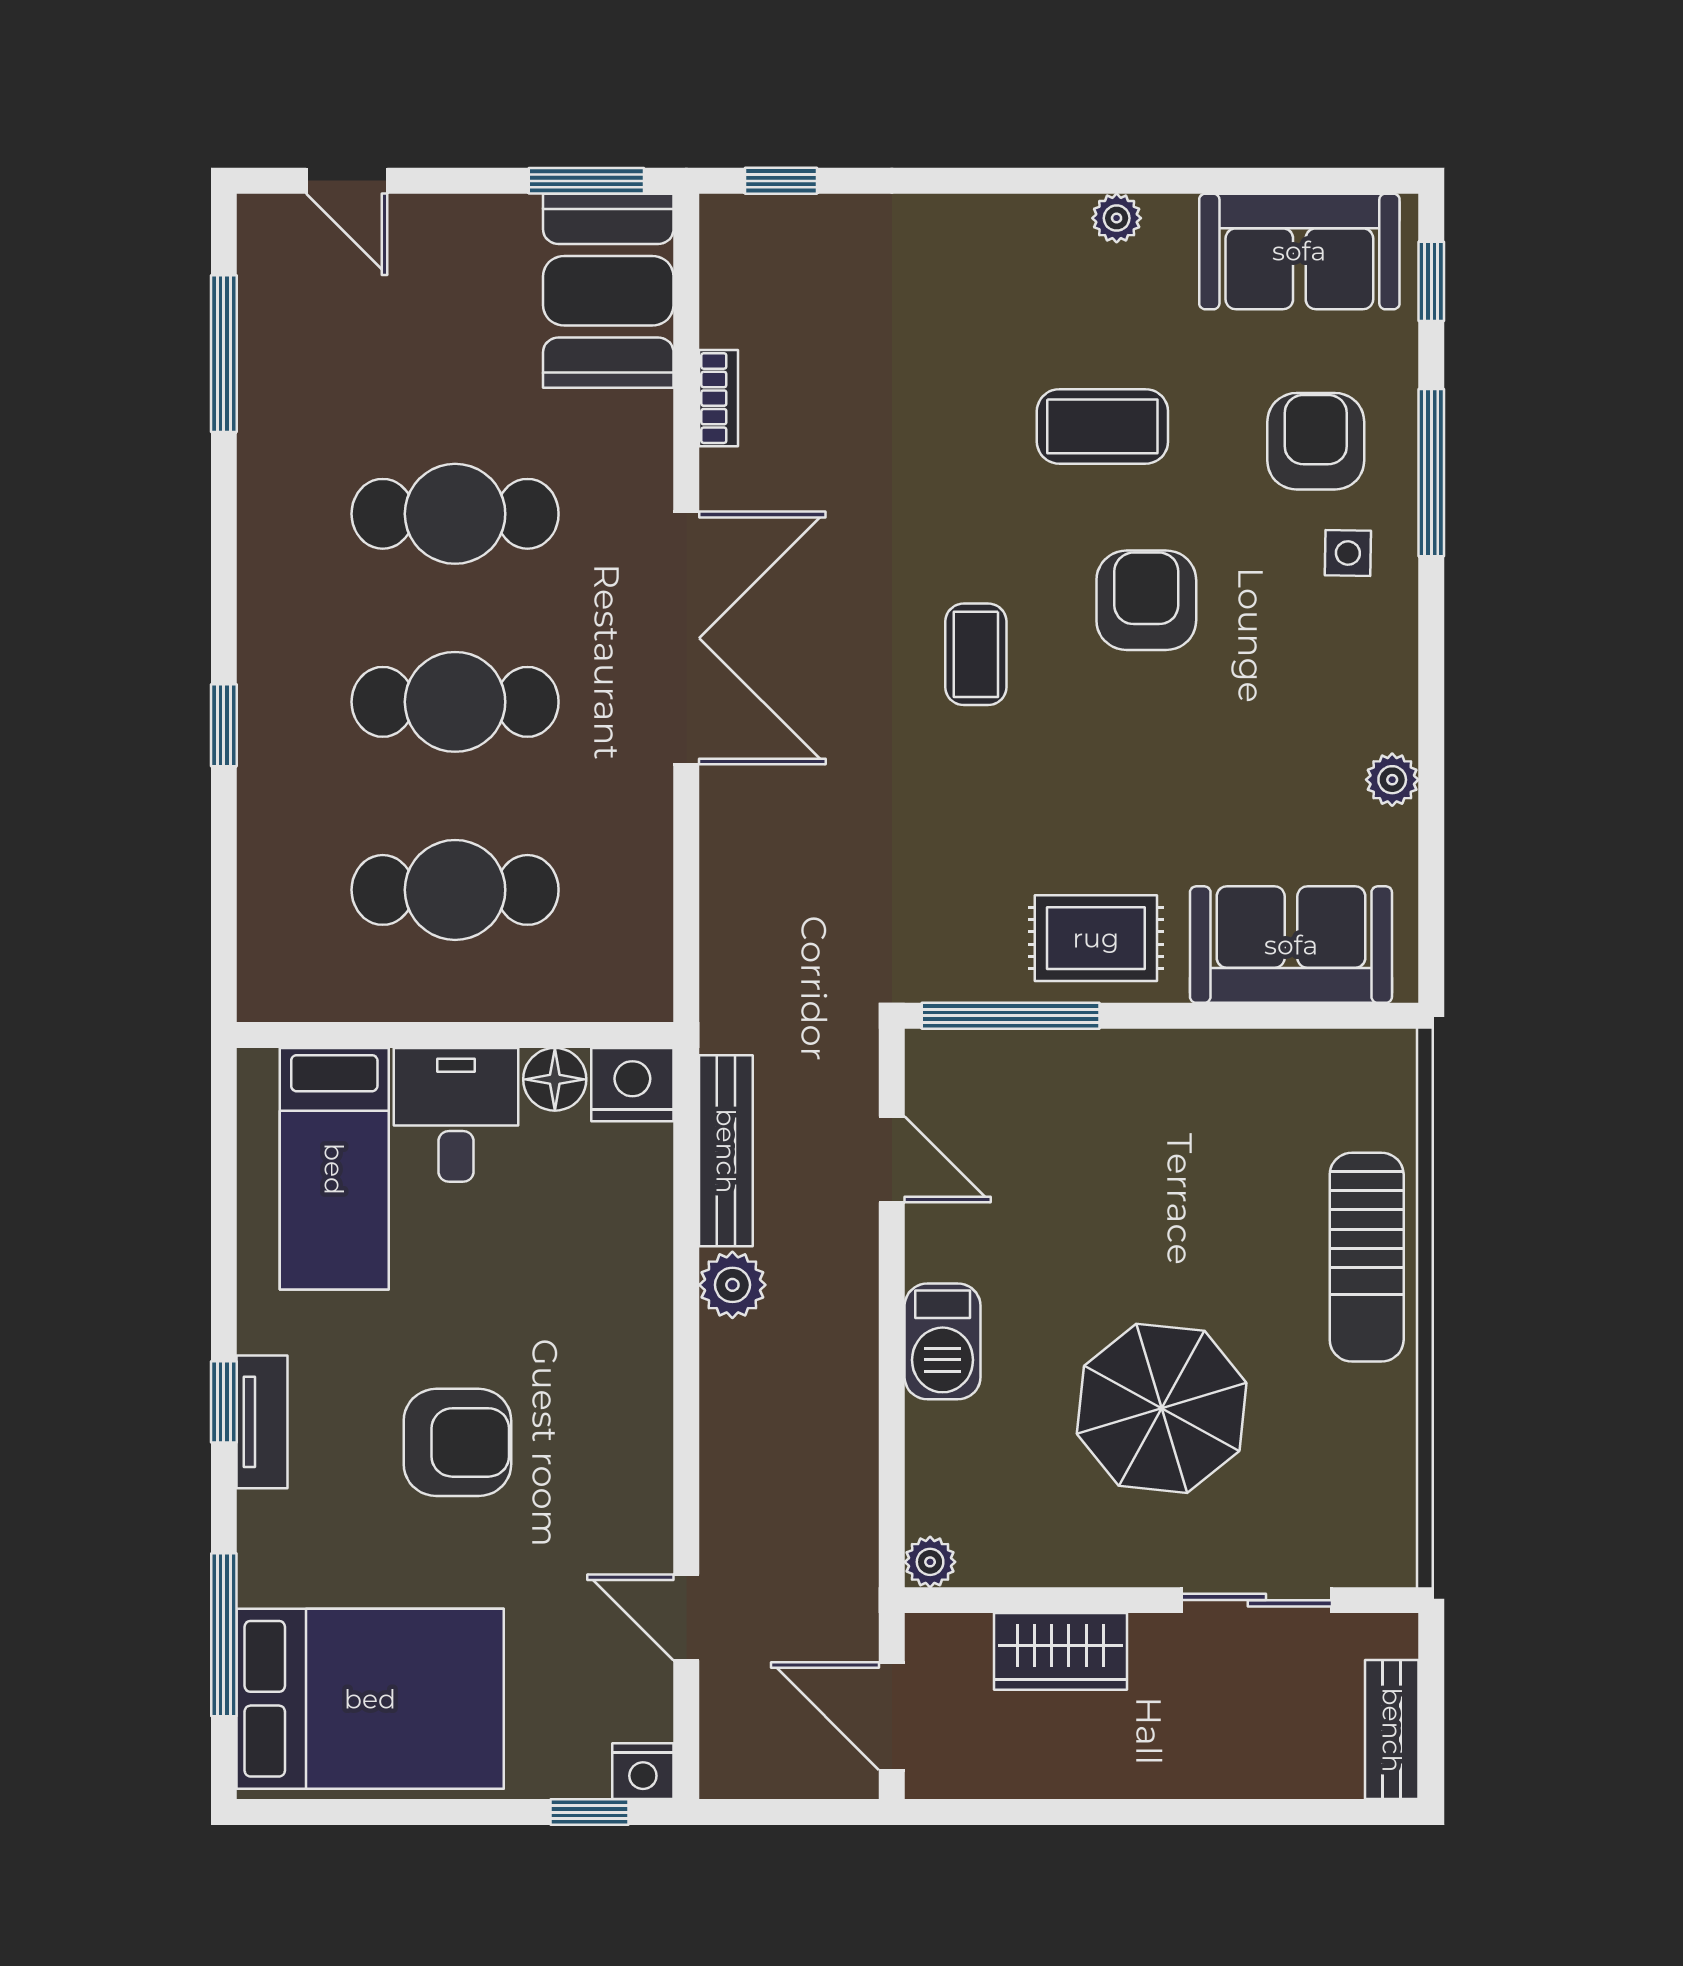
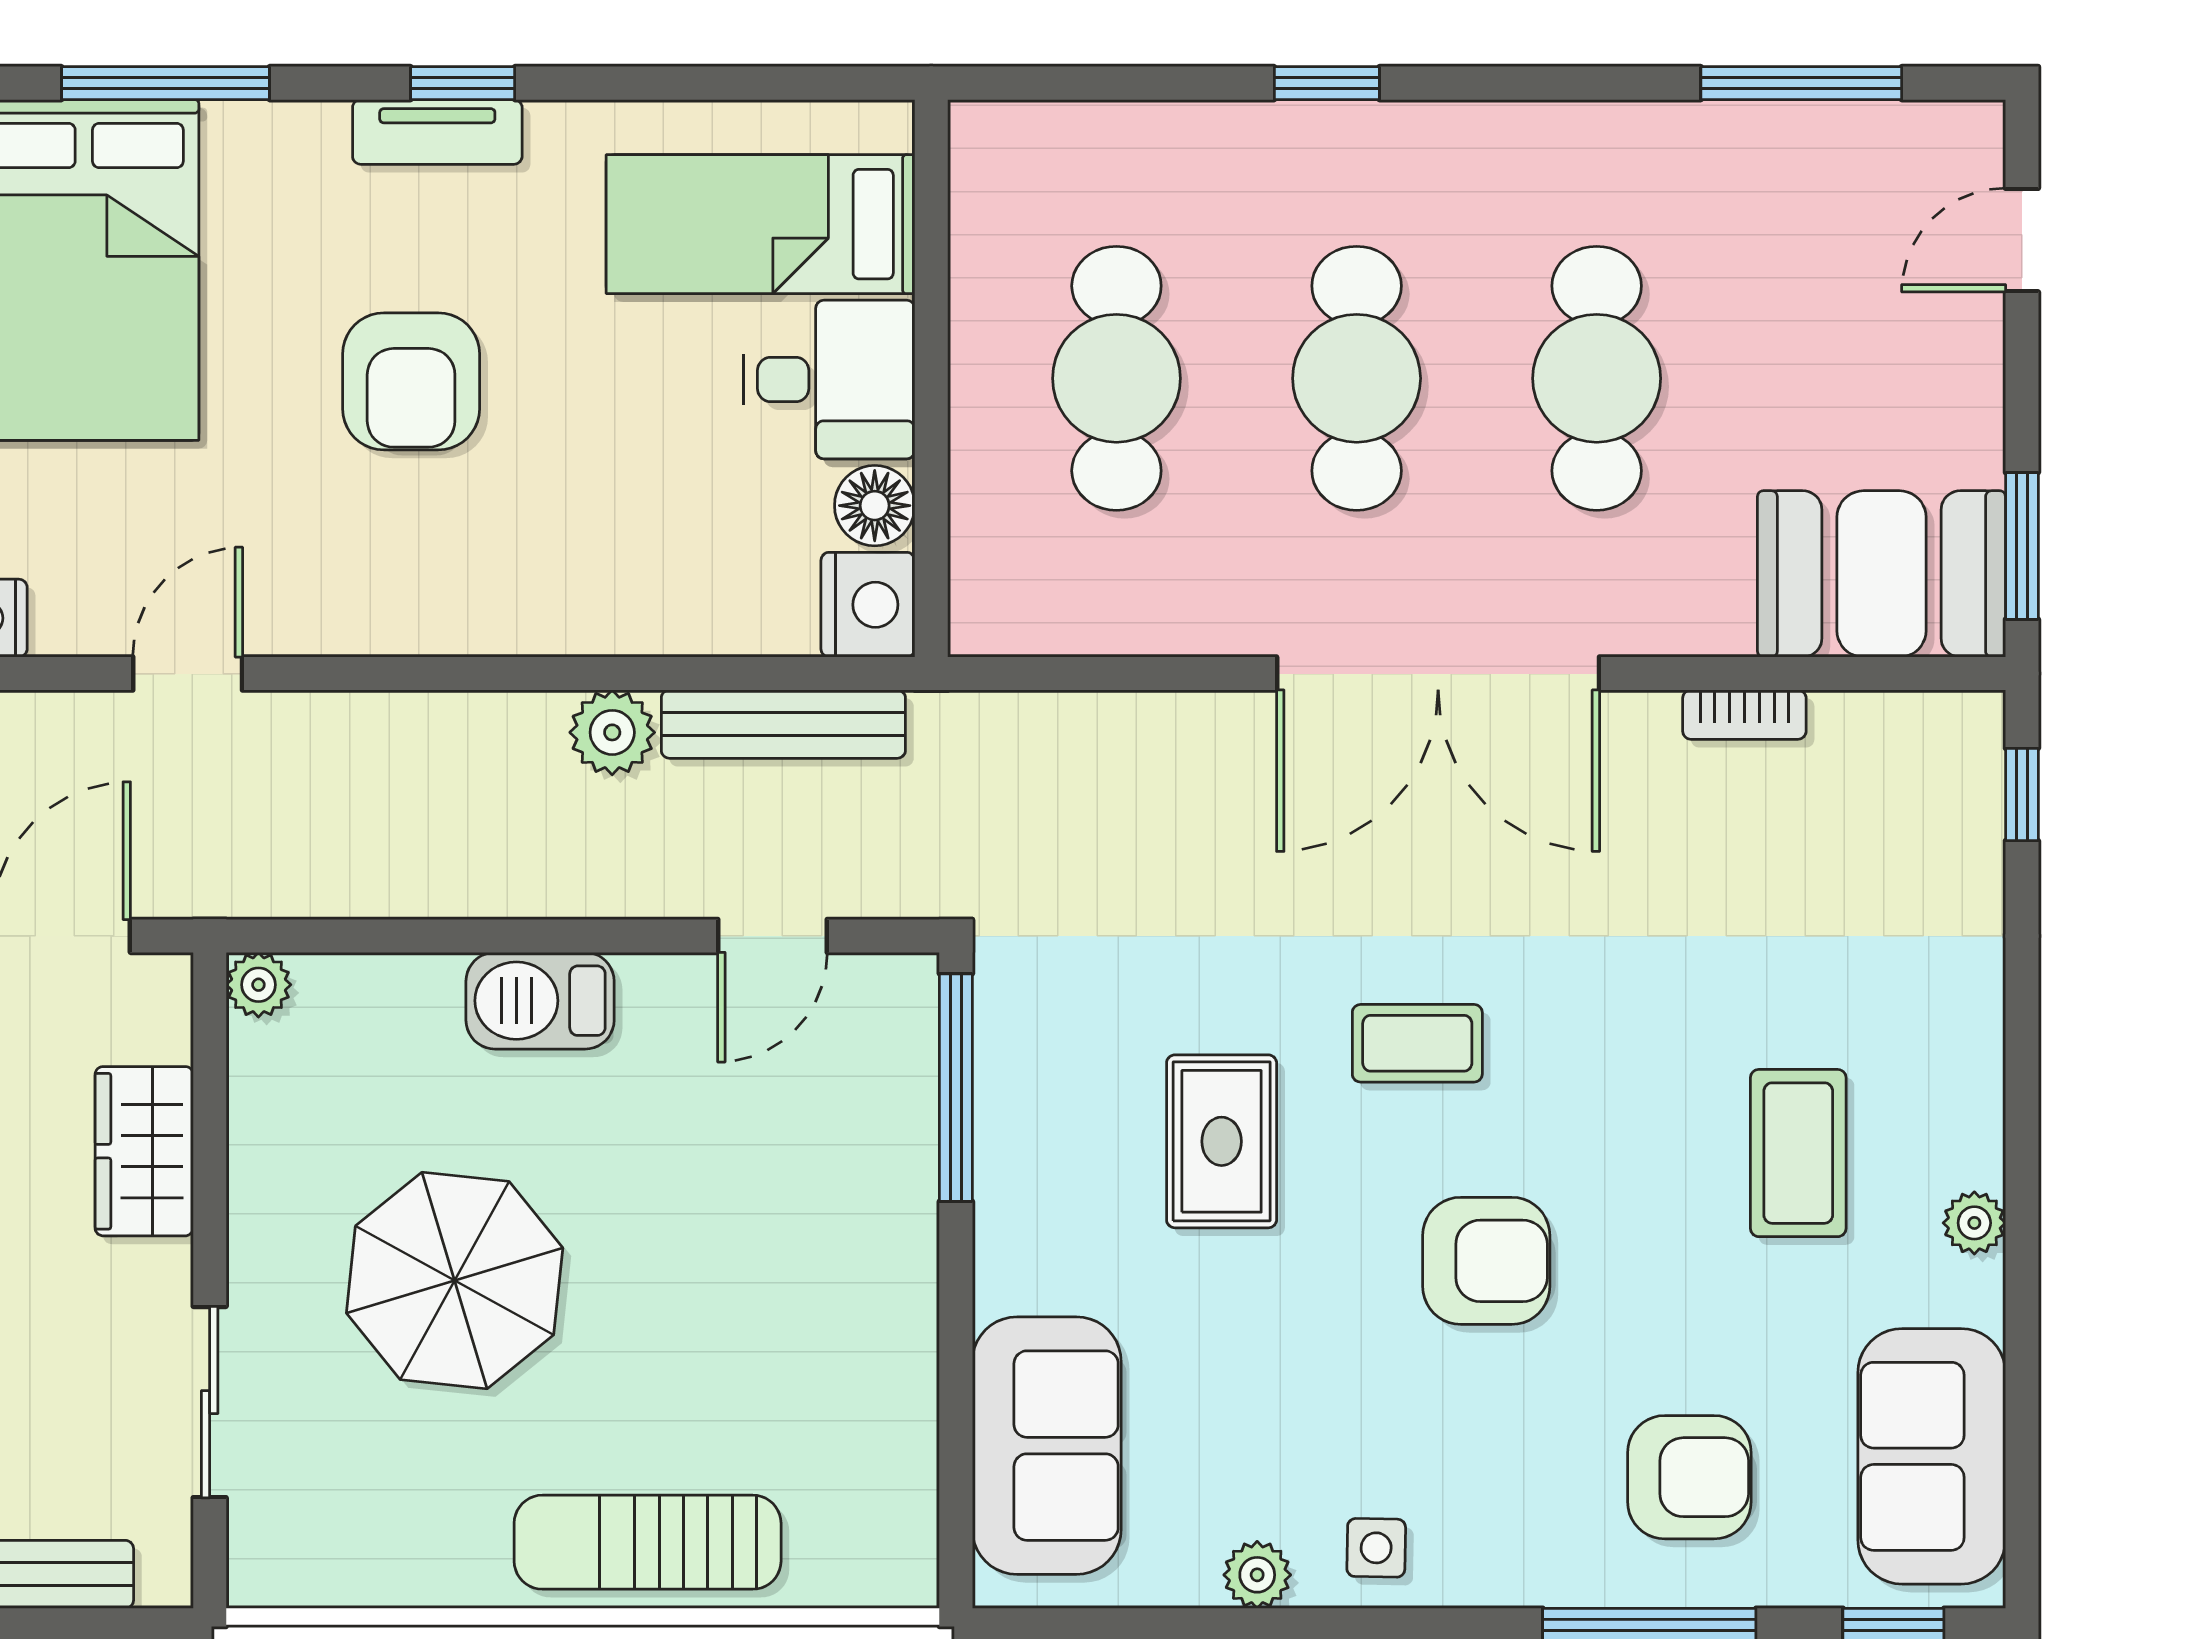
coffee table: (1102, 426) -> (1798, 1153), moved
side table: (1348, 553) -> (1376, 1548), moved
rug: (1096, 938) -> (1222, 1141), moved

